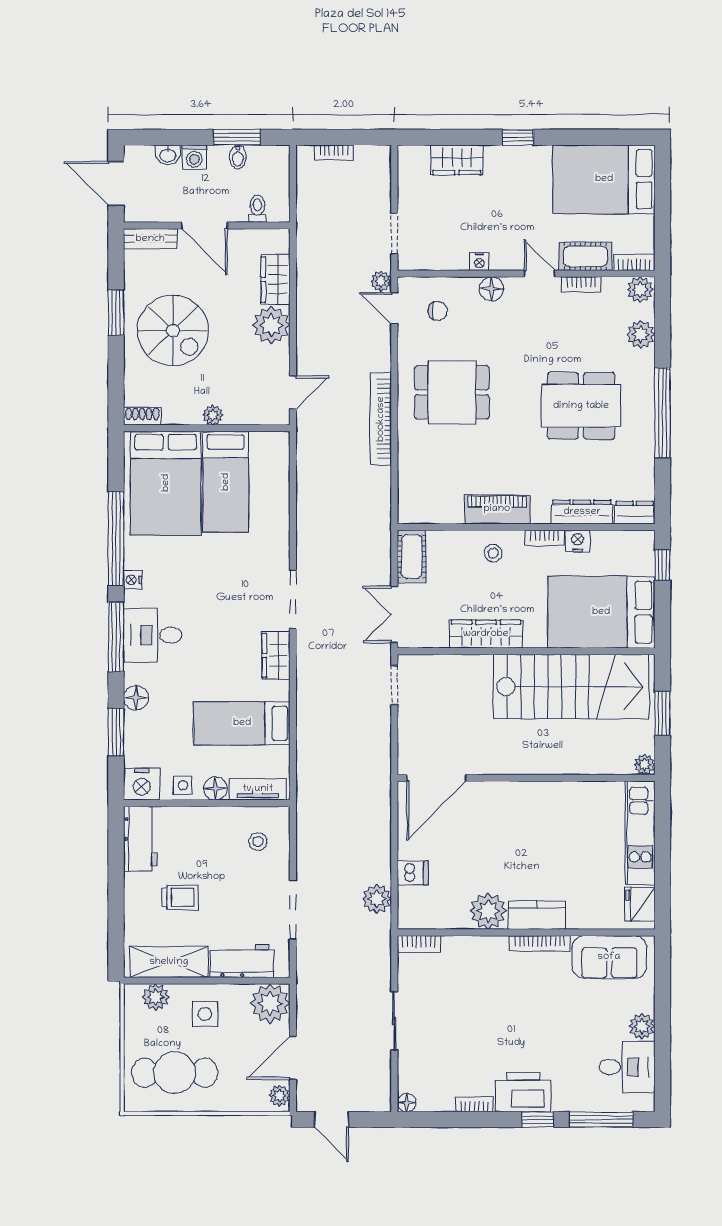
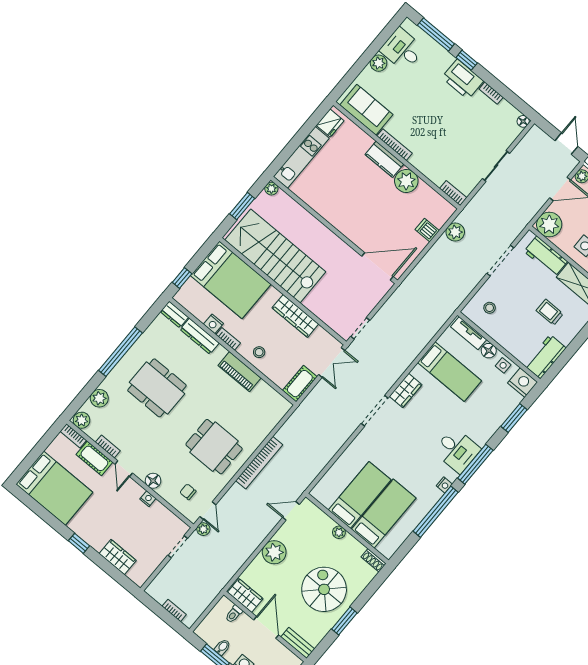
wardrobe: (275, 279) -> (245, 595), moved, turned -90
bed: (166, 483) -> (384, 514), width x0.67
floor lamp: (136, 698) -> (490, 427), removed

